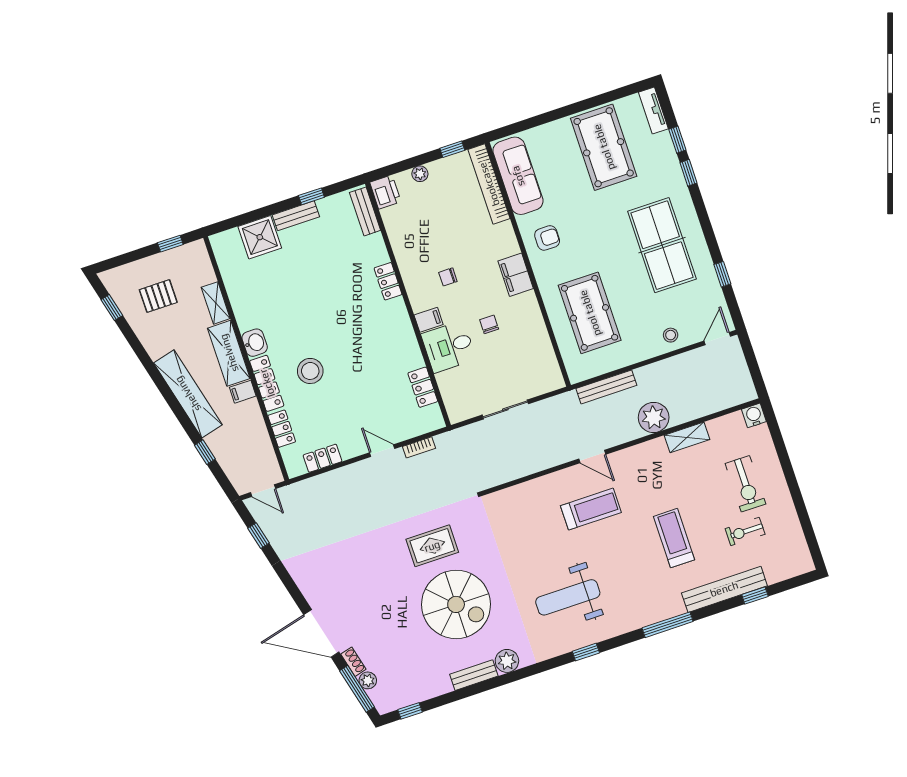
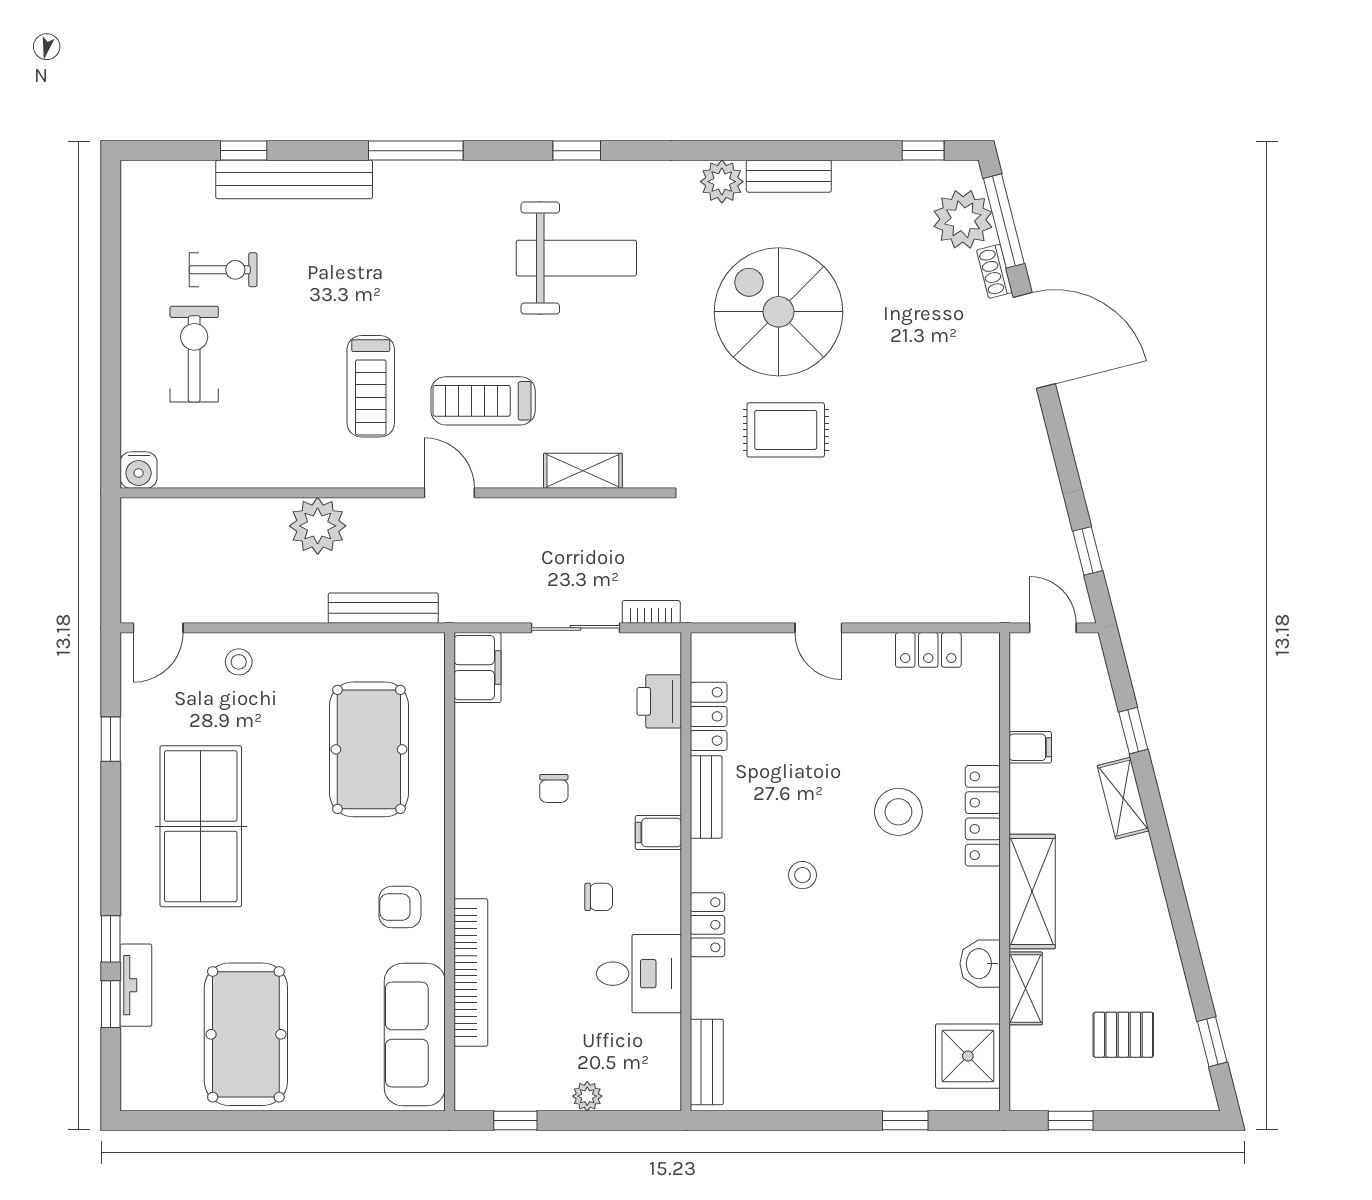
tv unit: (653, 111) -> (136, 985), moved
bookcase: (489, 184) -> (471, 973), moved
printer: (385, 192) -> (659, 701), moved
window: (311, 196) -> (905, 1120), moved
bench: (296, 216) -> (706, 797), moved, turned 90
shower: (260, 237) -> (968, 1056), moved
filing cabinet: (516, 275) -> (477, 668), moved
stool: (348, 323) -> (803, 875), added
washbasin: (255, 343) -> (980, 964), moved
desk: (449, 347) -> (639, 974), moved
filing cabinet: (243, 392) -> (1030, 747), moved
shelving: (188, 394) -> (1123, 798), width x0.45, depth x0.75
locker: (282, 429) -> (983, 727), removed
shelving: (687, 437) -> (583, 471), moved
bookcase: (419, 447) -> (651, 612), moved
treadmill: (674, 538) -> (371, 386), moved
plant: (368, 680) -> (963, 219), width x1.88, depth x1.88

